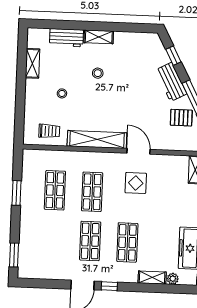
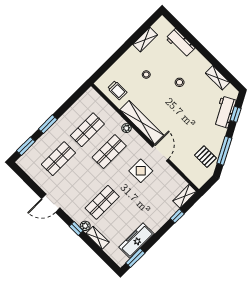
shelving: (99, 37) -> (218, 78), moved
workbench: (171, 82) -> (225, 112), moved
plant: (88, 157) -> (126, 128), added
window: (16, 193) -> (48, 124), moved
shop shelf: (90, 241) -> (58, 159), moved
plant: (173, 279) -> (85, 226), moved
window: (109, 286) -> (76, 229), moved

